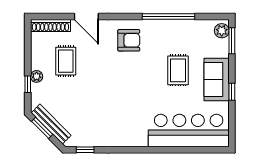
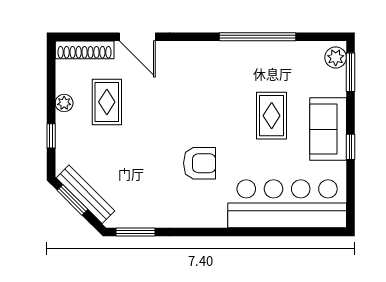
armchair: (129, 40) -> (200, 163), moved
plant: (37, 76) -> (64, 103), moved
window: (85, 150) -> (135, 232), width x1.50

